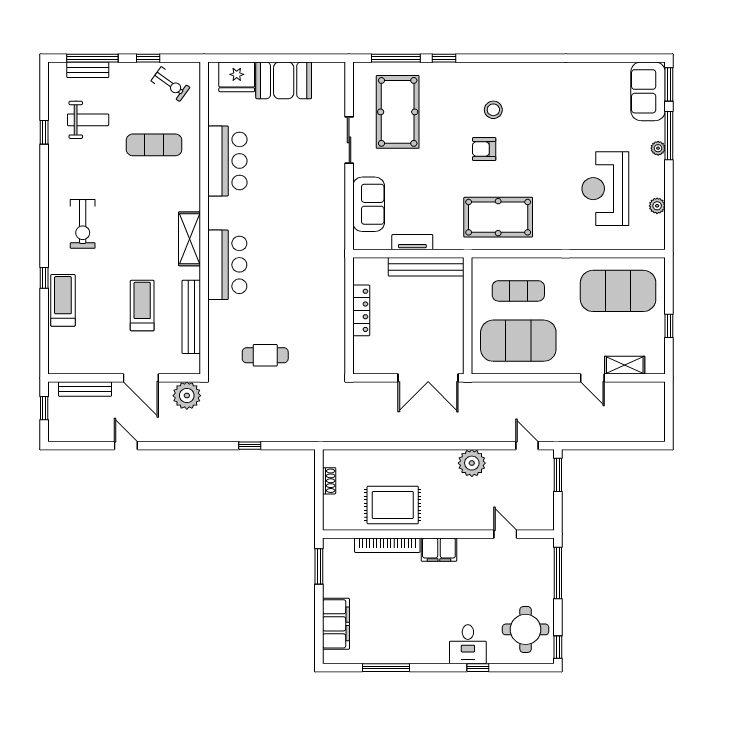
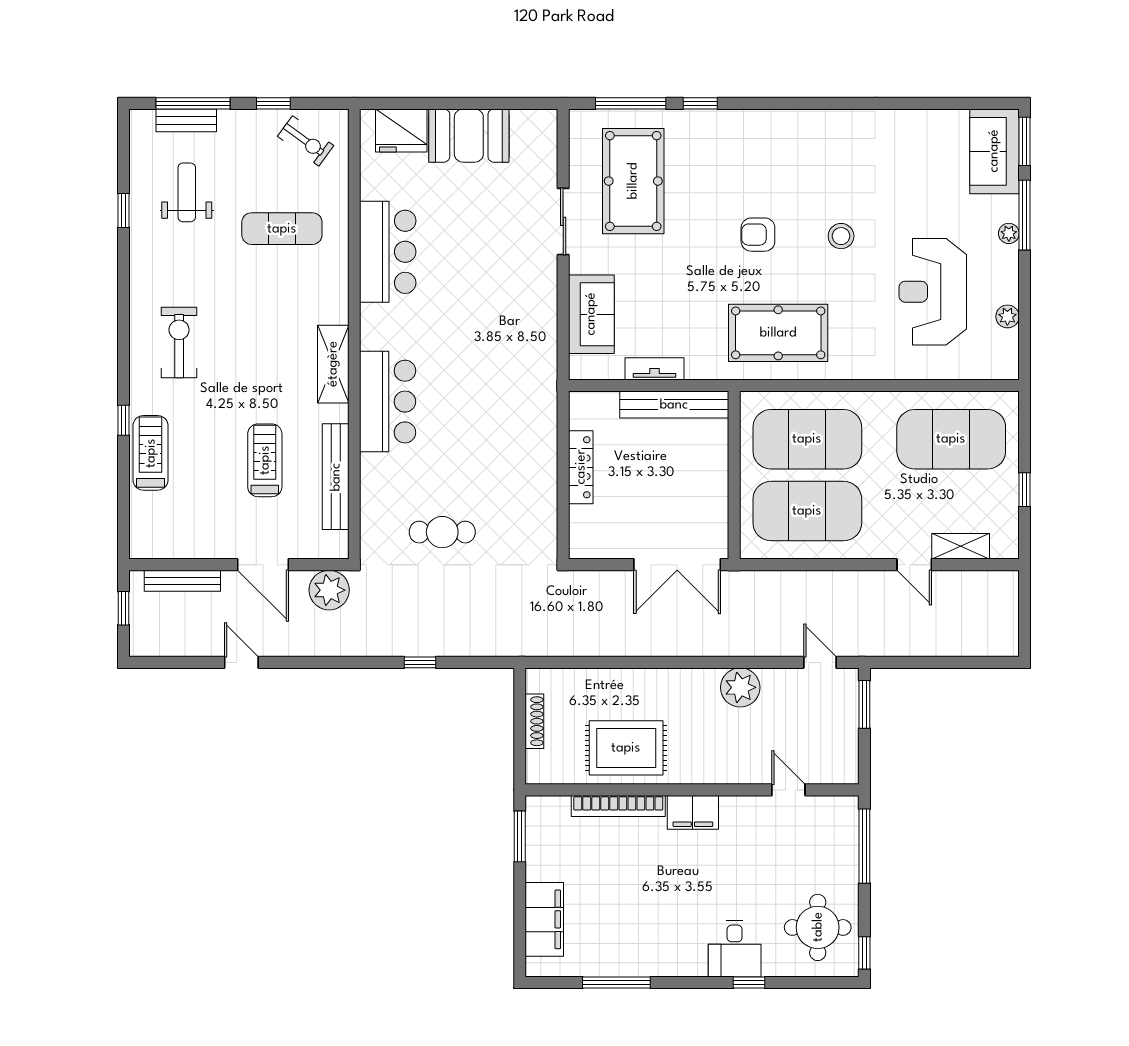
stool: (493, 110) -> (841, 236), moved
weight bench: (88, 120) -> (187, 192), turned -90
exercise bike: (83, 224) -> (179, 343), turned 180
exercise mat: (518, 291) -> (807, 439), width x2.00, depth x1.45
shoe rack: (329, 481) -> (534, 721), width x1.43

